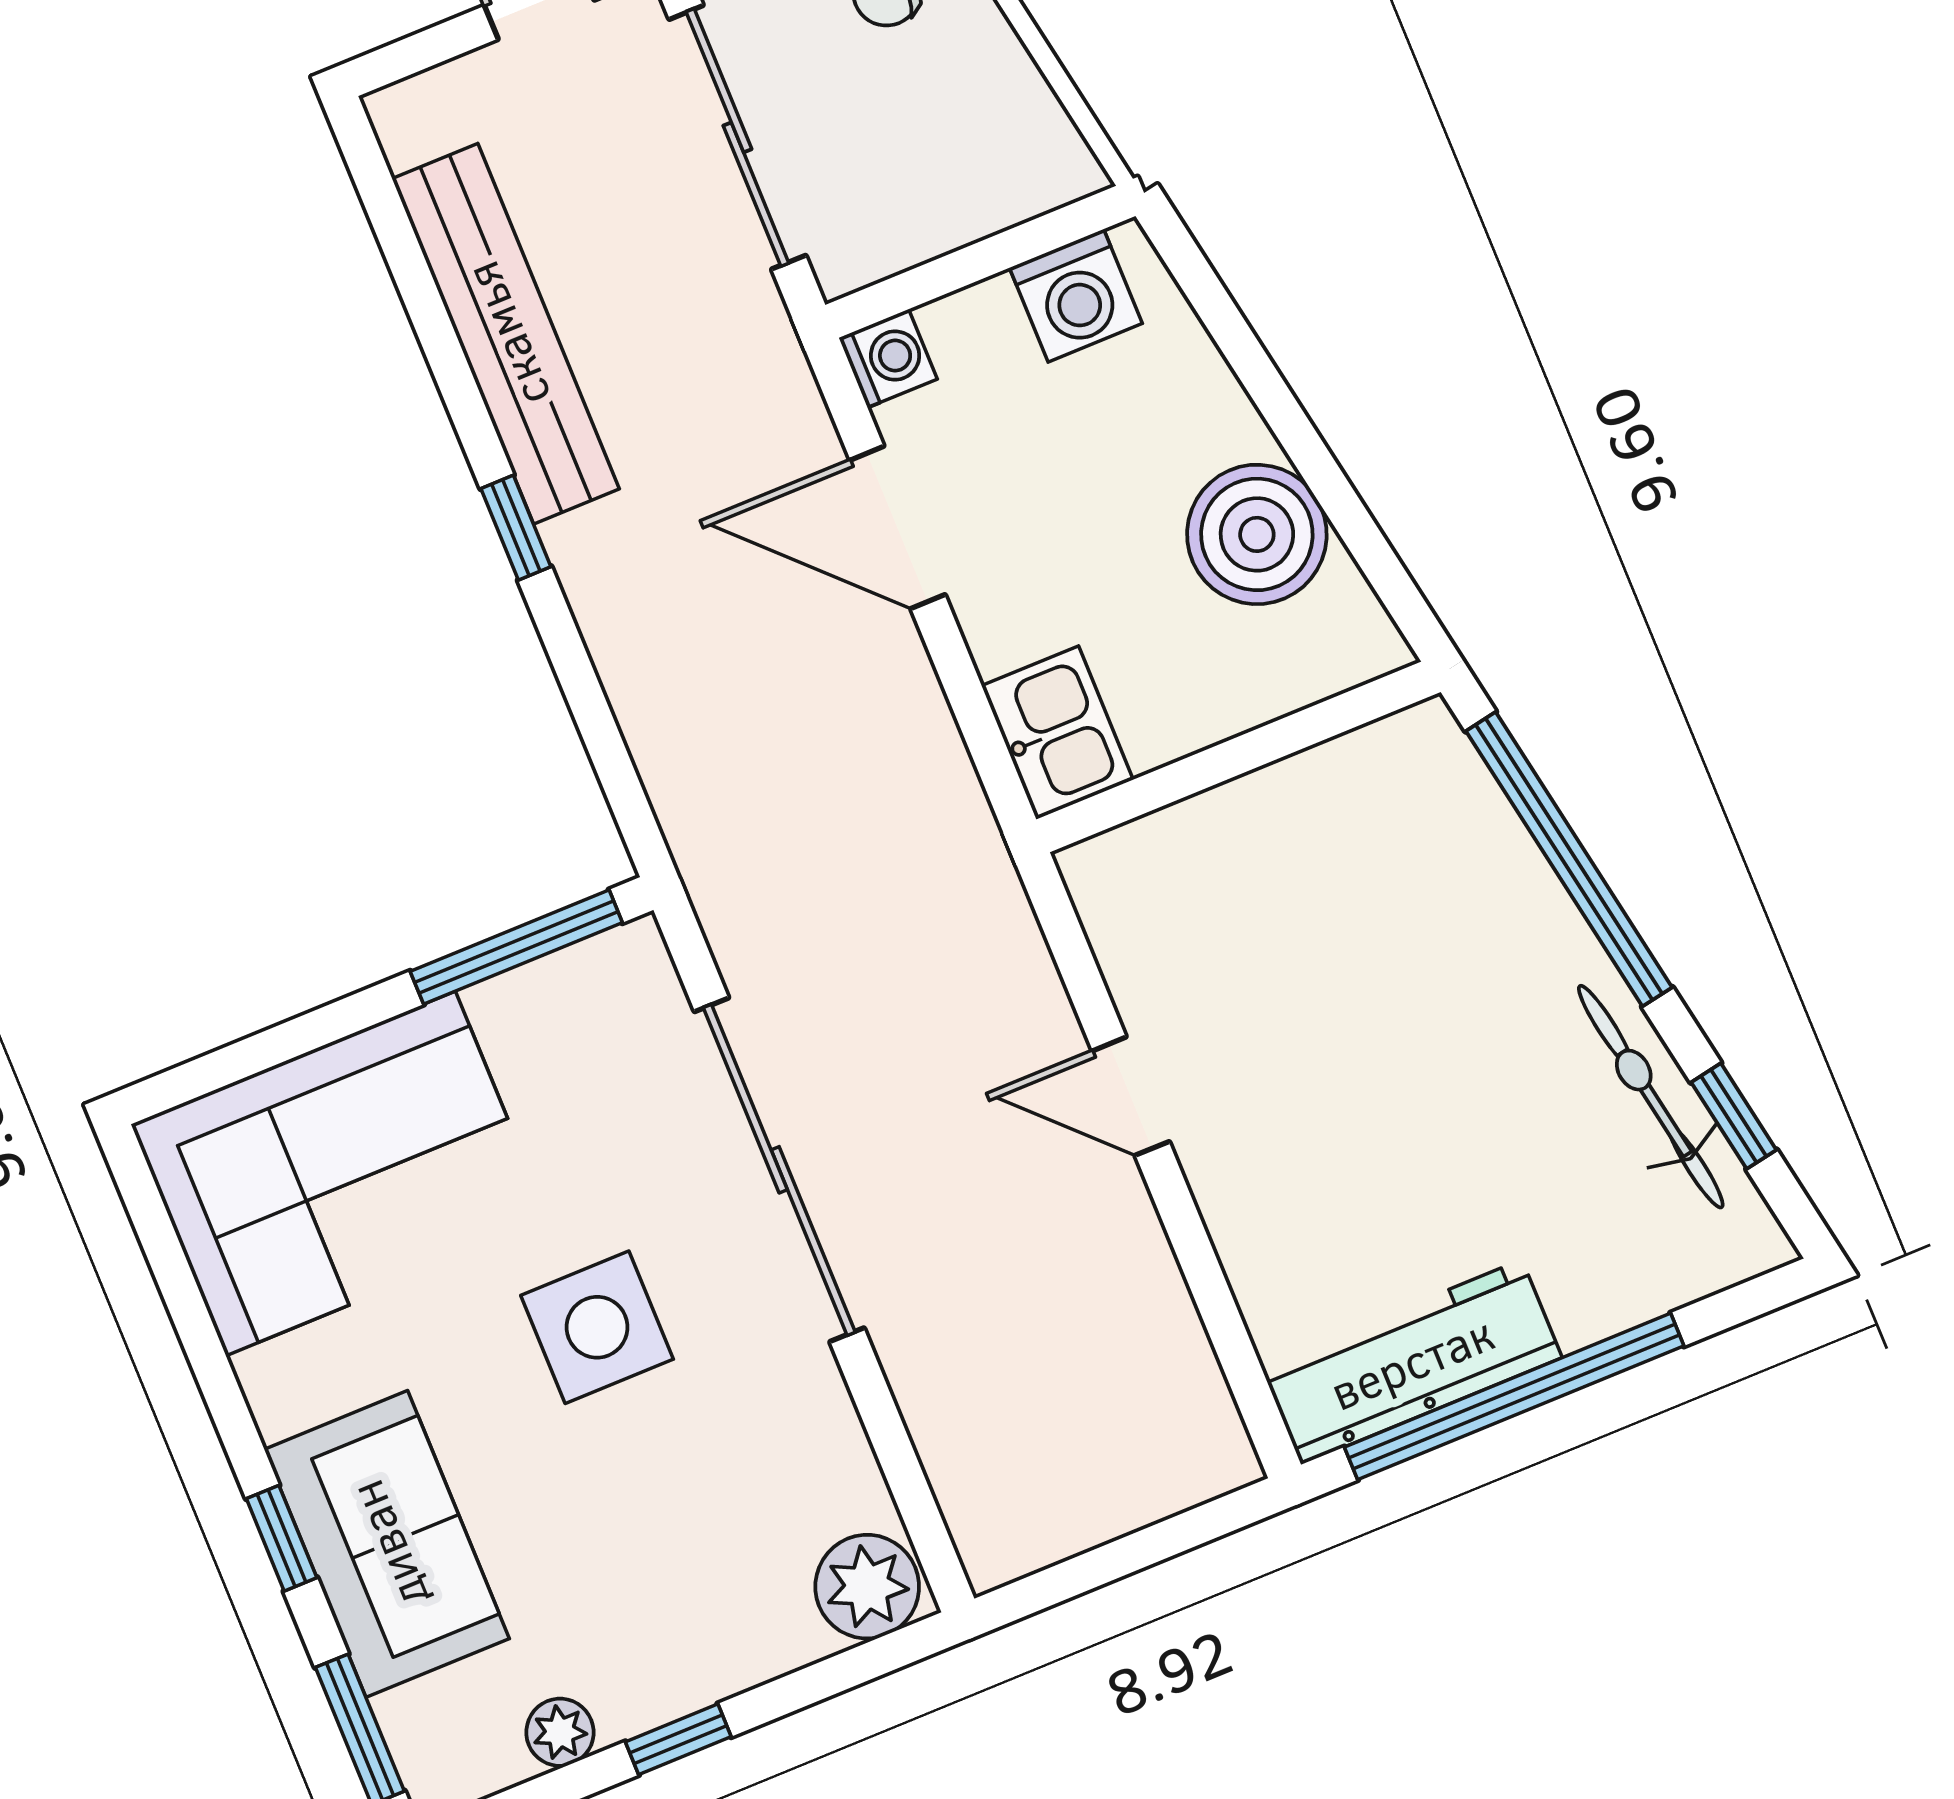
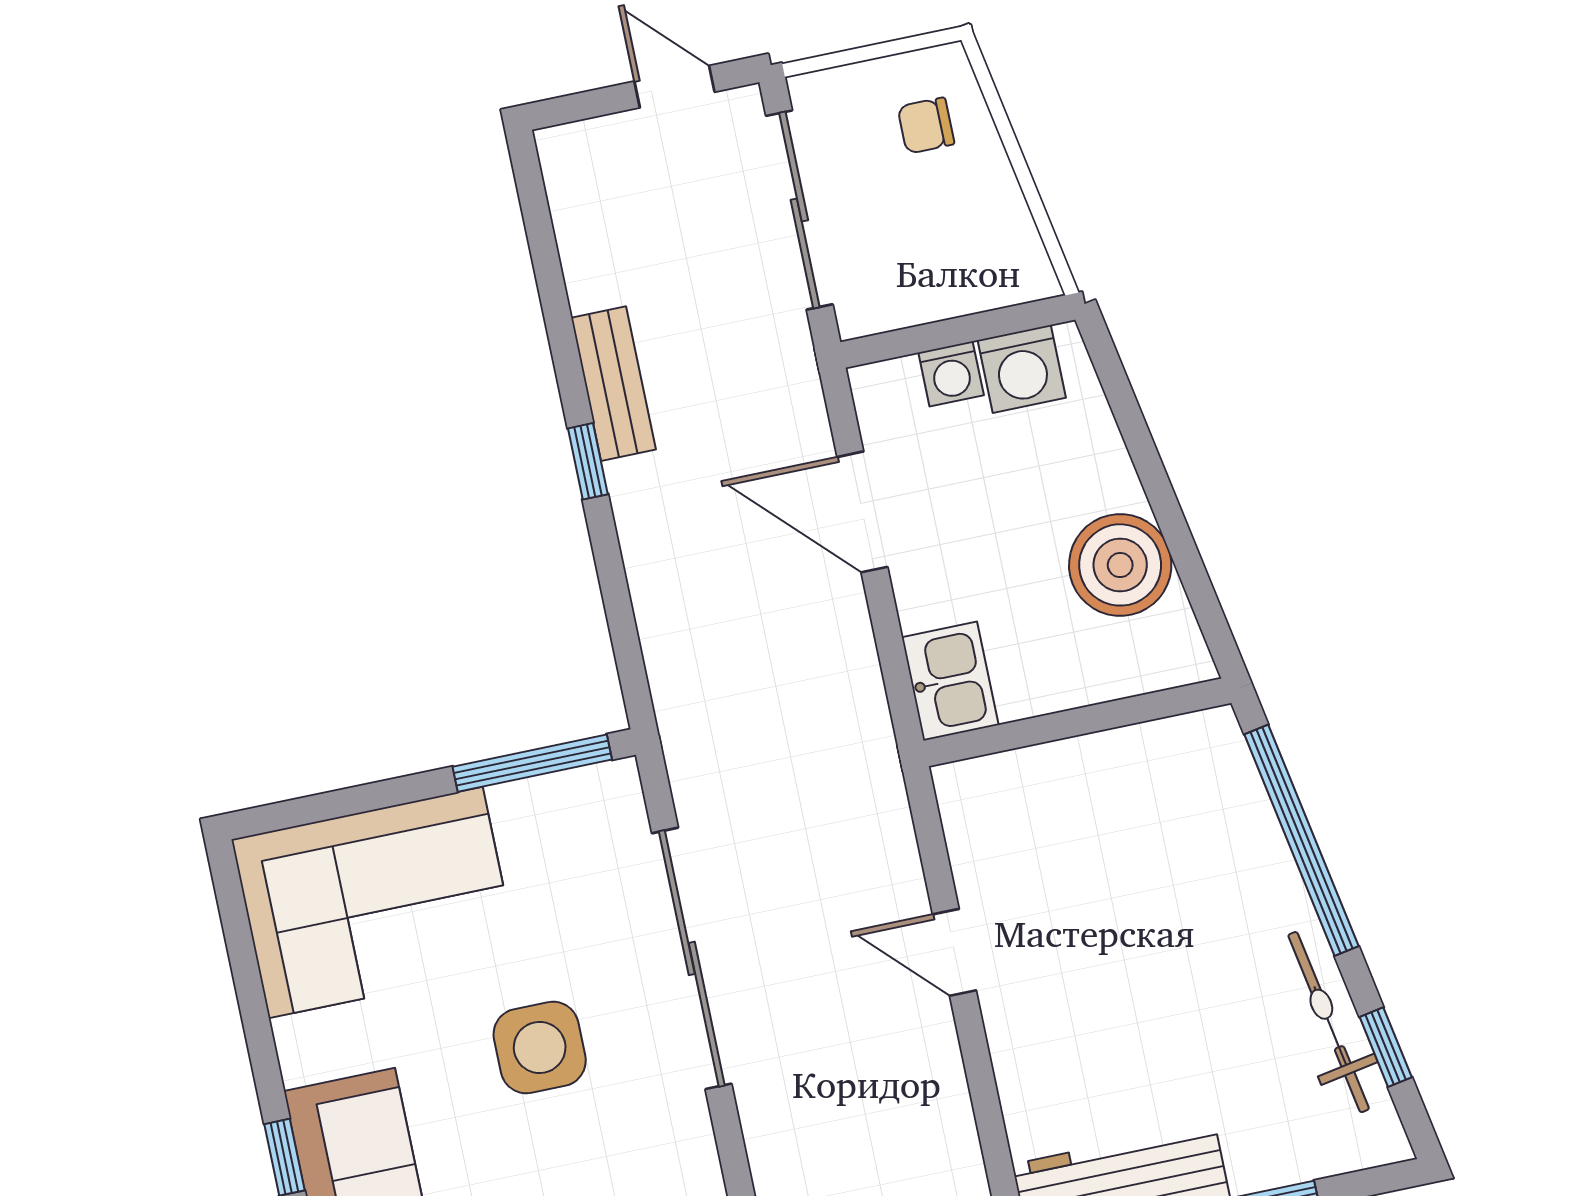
bench: (506, 334) -> (613, 384), width x0.54, depth x0.82
washing machine: (888, 358) -> (951, 374), moved, turned 90

